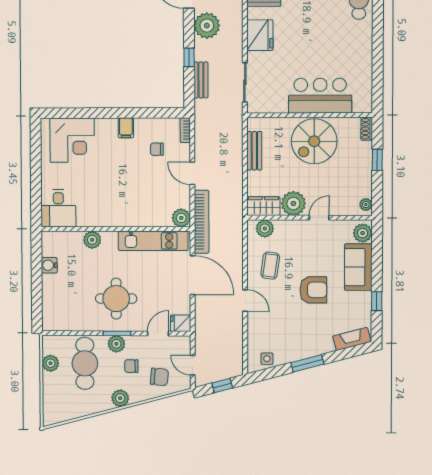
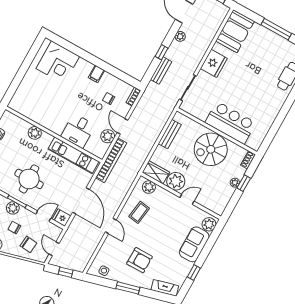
plant: (207, 26) -> (180, 36), width x0.53, depth x0.53
plant: (366, 204) -> (235, 183), moved
desk: (58, 208) -> (78, 131), moved
plant: (181, 218) -> (108, 136), moved
door: (193, 275) -> (81, 201), moved
armchair: (313, 290) -> (139, 260), moved

